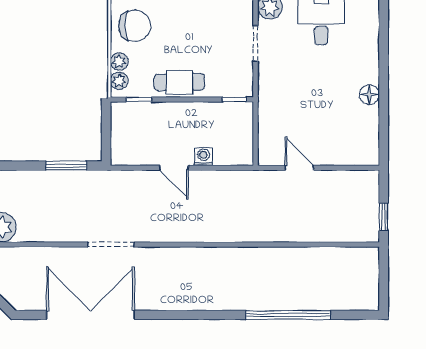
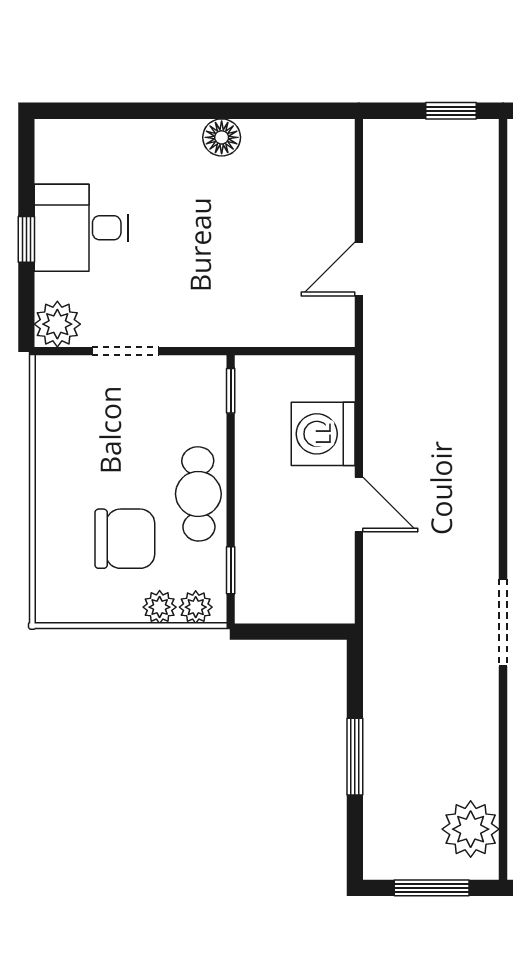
chair: (135, 26) -> (125, 539), moved, turned 90
washing machine: (203, 157) -> (323, 434), width x1.89, depth x1.89
window: (66, 166) -> (355, 757), moved
door: (174, 168) -> (359, 504), hinge flipped

